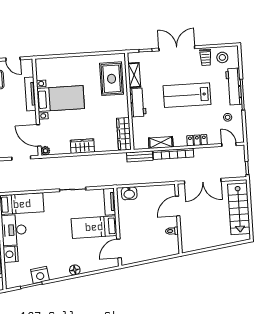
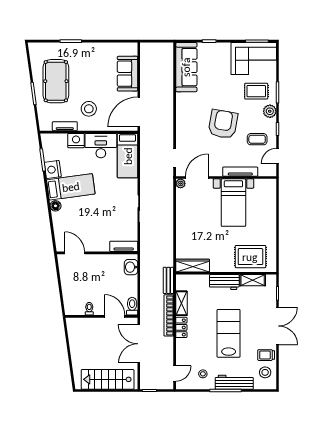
locker: (197, 140) -> (181, 327), moved
wardrobe: (82, 146) -> (183, 222), removed
toilet: (167, 190) -> (132, 306), added
bed: (94, 227) -> (71, 187), moved, turned 82

